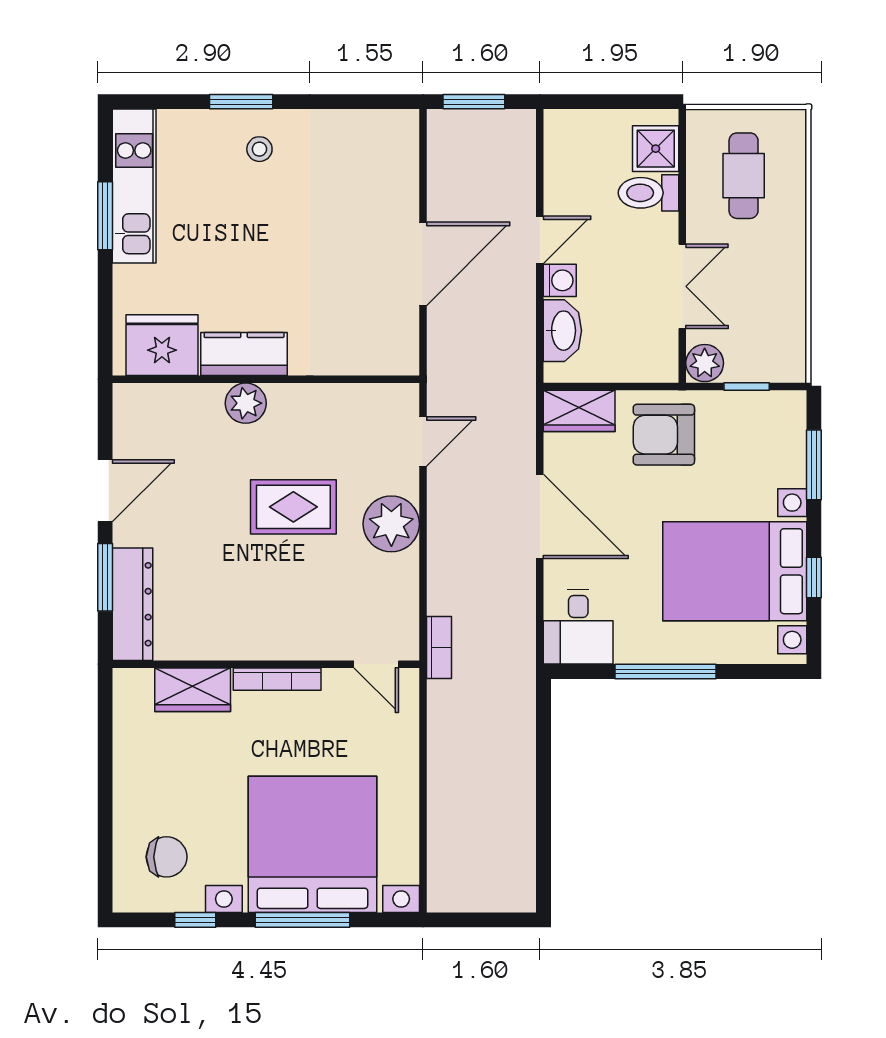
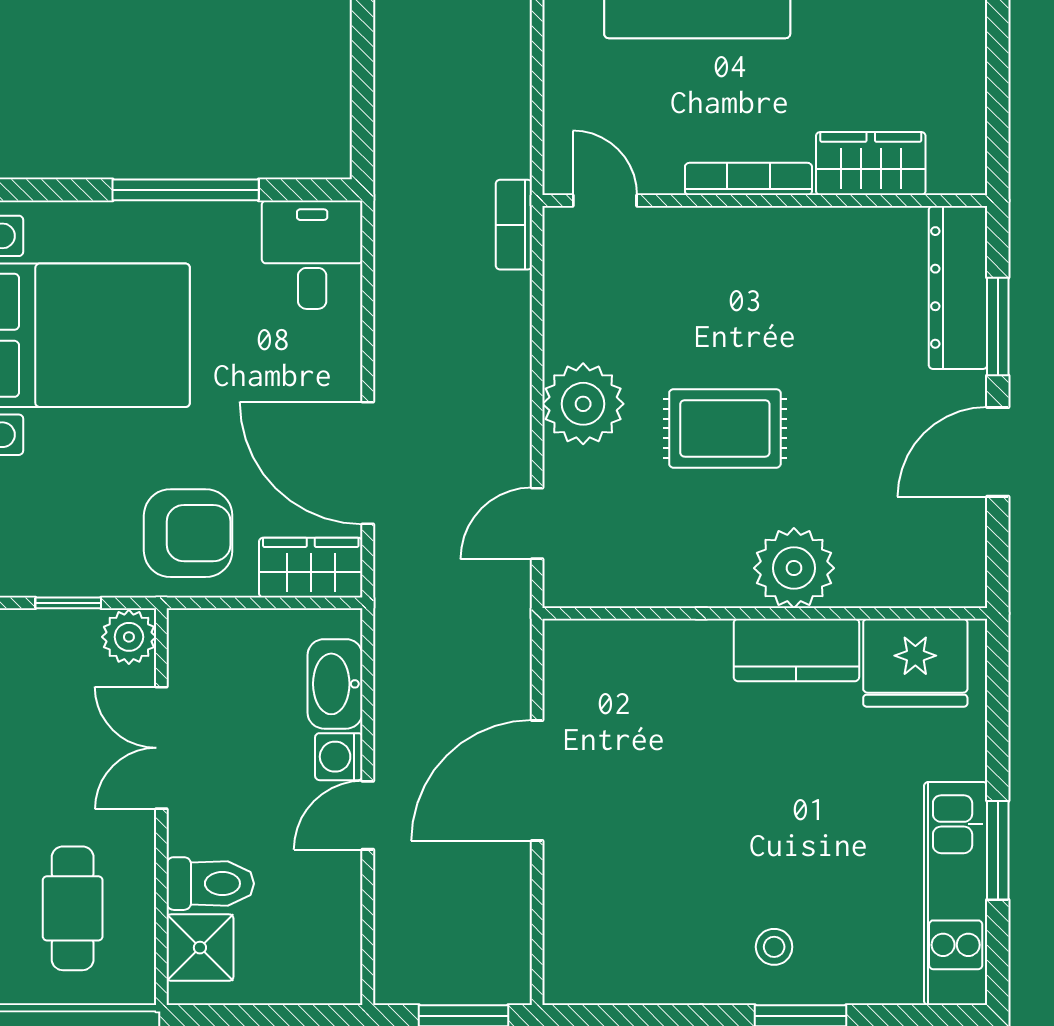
plant: (246, 403) -> (794, 568), width x1.36, depth x1.36
door: (540, 516) -> (368, 463), moved

